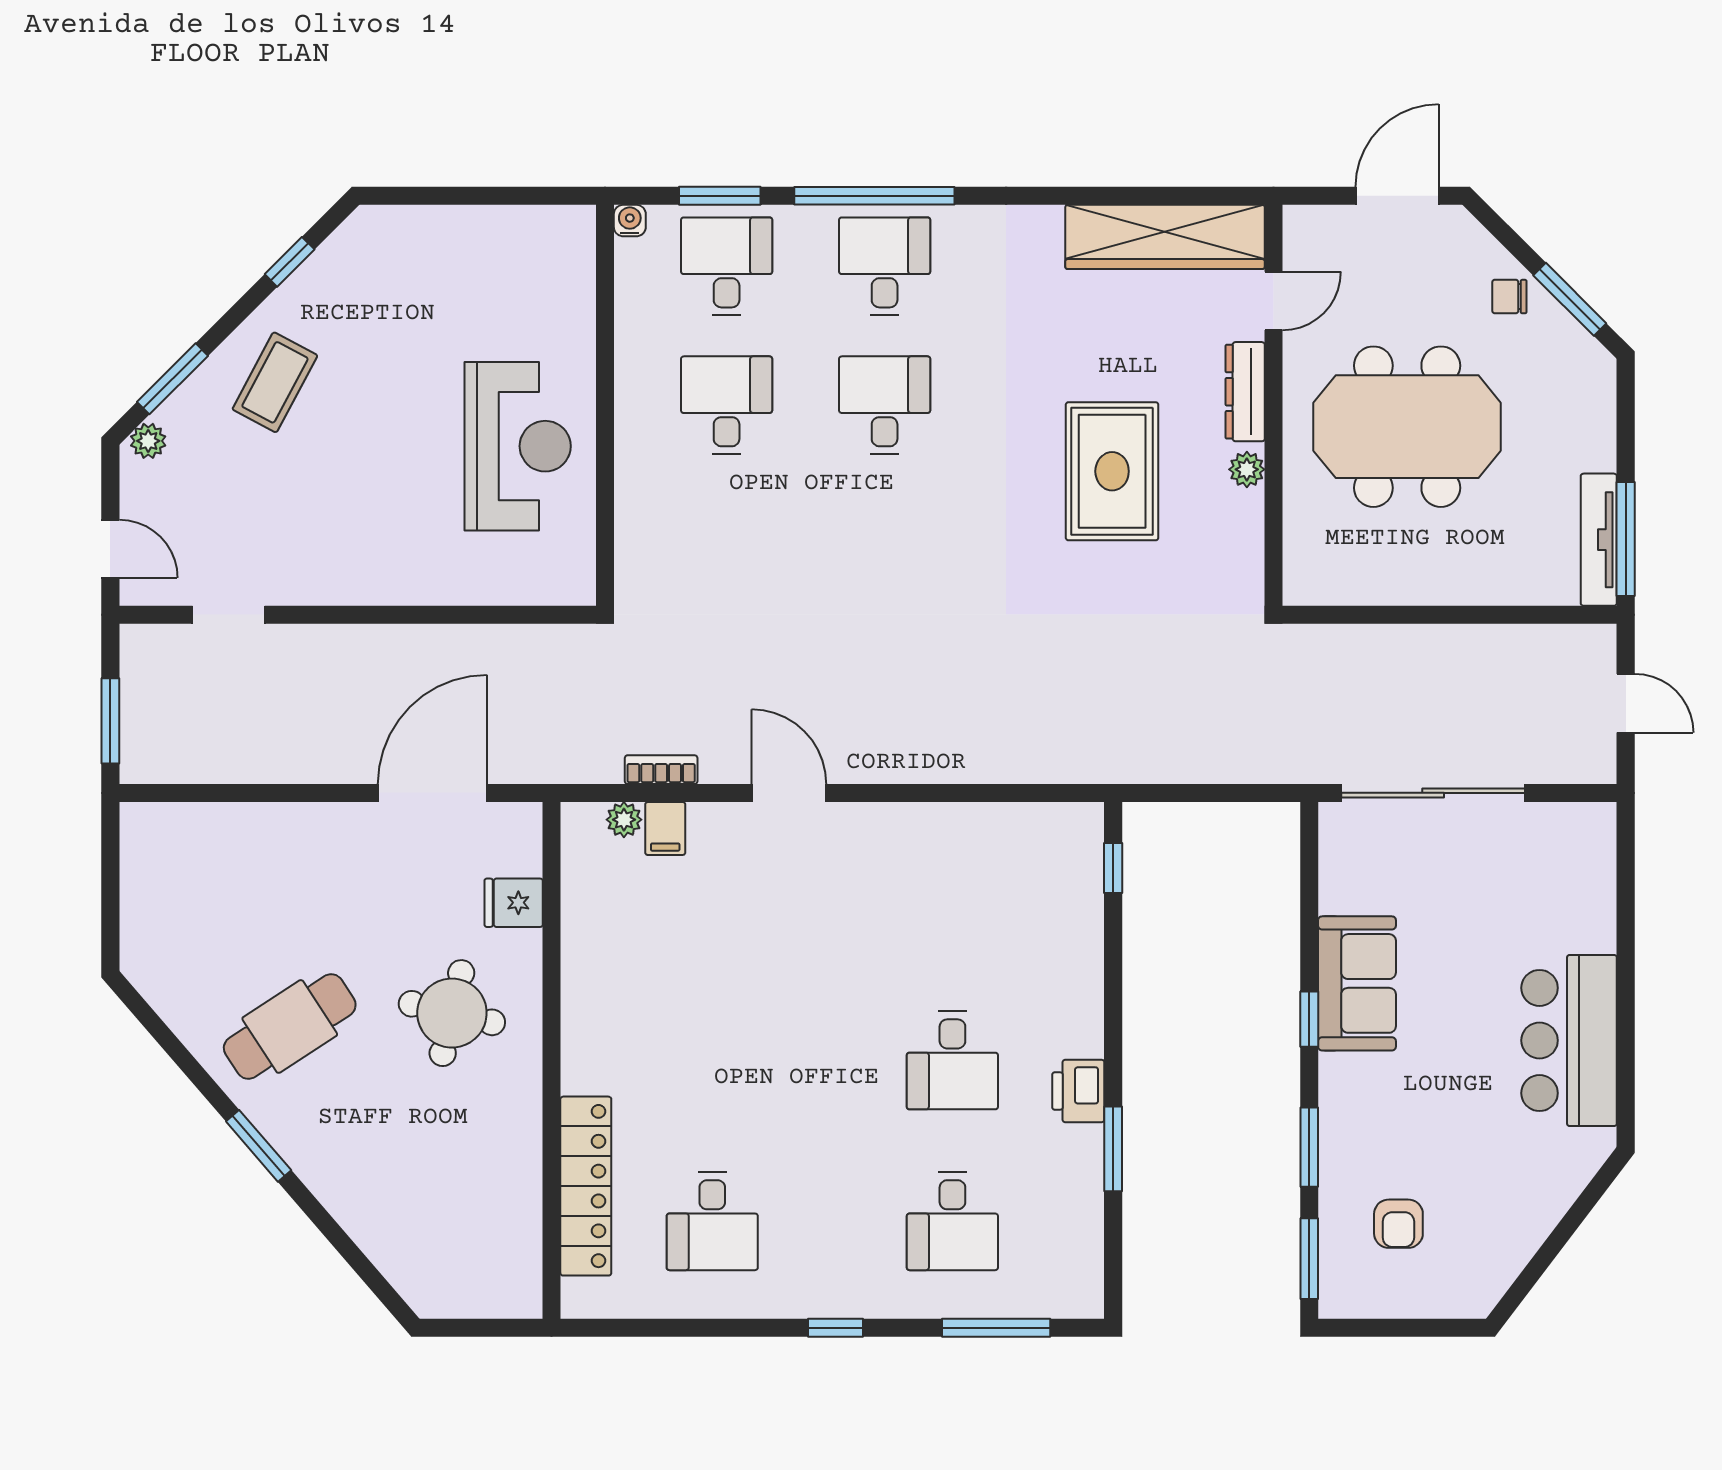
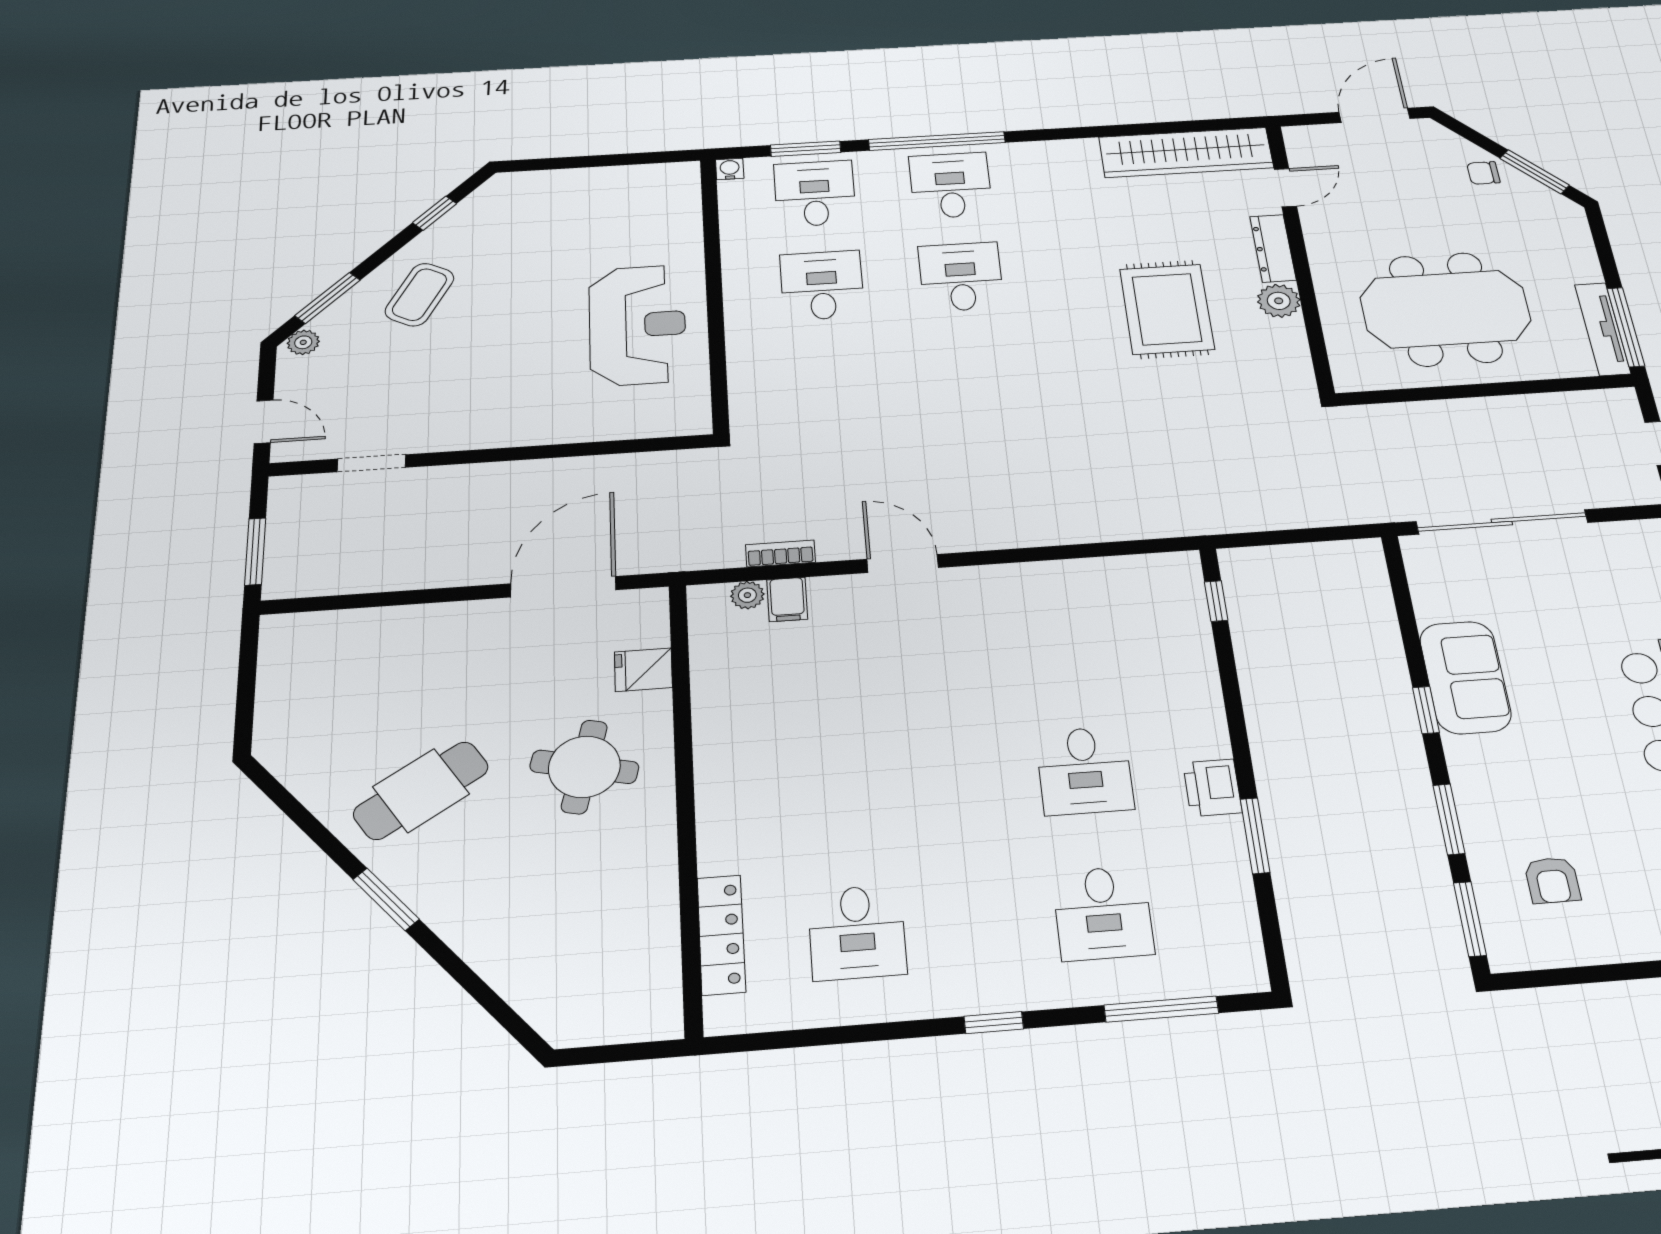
meeting table: (1407, 427) -> (1445, 309), moved
plant: (1247, 469) -> (1279, 301), width x1.38, depth x1.38
locker: (586, 1186) -> (721, 935), width x0.71, depth x0.83

